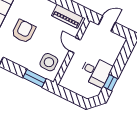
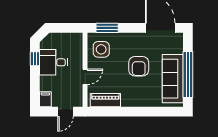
filing cabinet: (119, 43) -> (45, 99), added
door: (75, 45) -> (85, 77), hinge flipped

